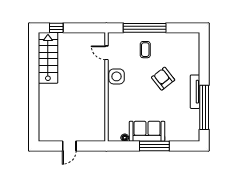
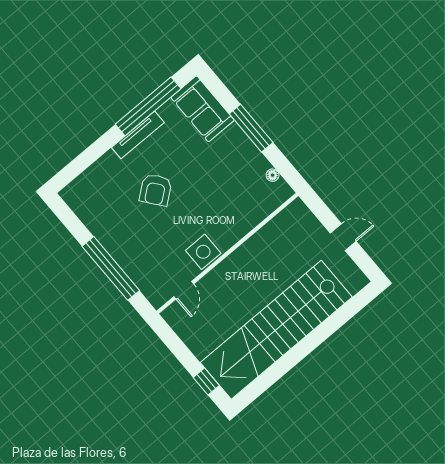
coffee table: (145, 50) -> (138, 244), removed
stairs: (48, 58) -> (276, 330), width x1.86, depth x1.51
sofa: (147, 131) -> (203, 109), moved

